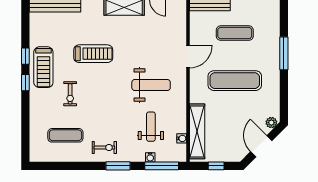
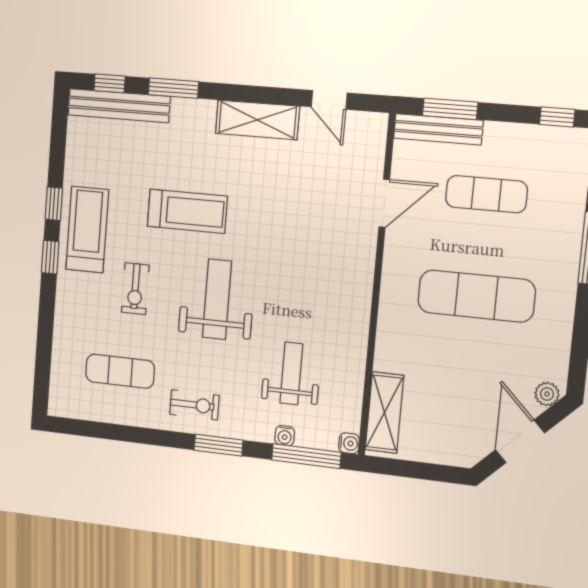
door: (188, 57) -> (384, 203), moved
treadmill: (43, 67) -> (87, 230), turned 180
weight bench: (151, 85) -> (217, 299), moved, turned -90
shelving: (197, 131) -> (384, 413), width x0.68
water cooler: (182, 138) -> (349, 443), moved
window: (216, 166) -> (419, 470), removed

